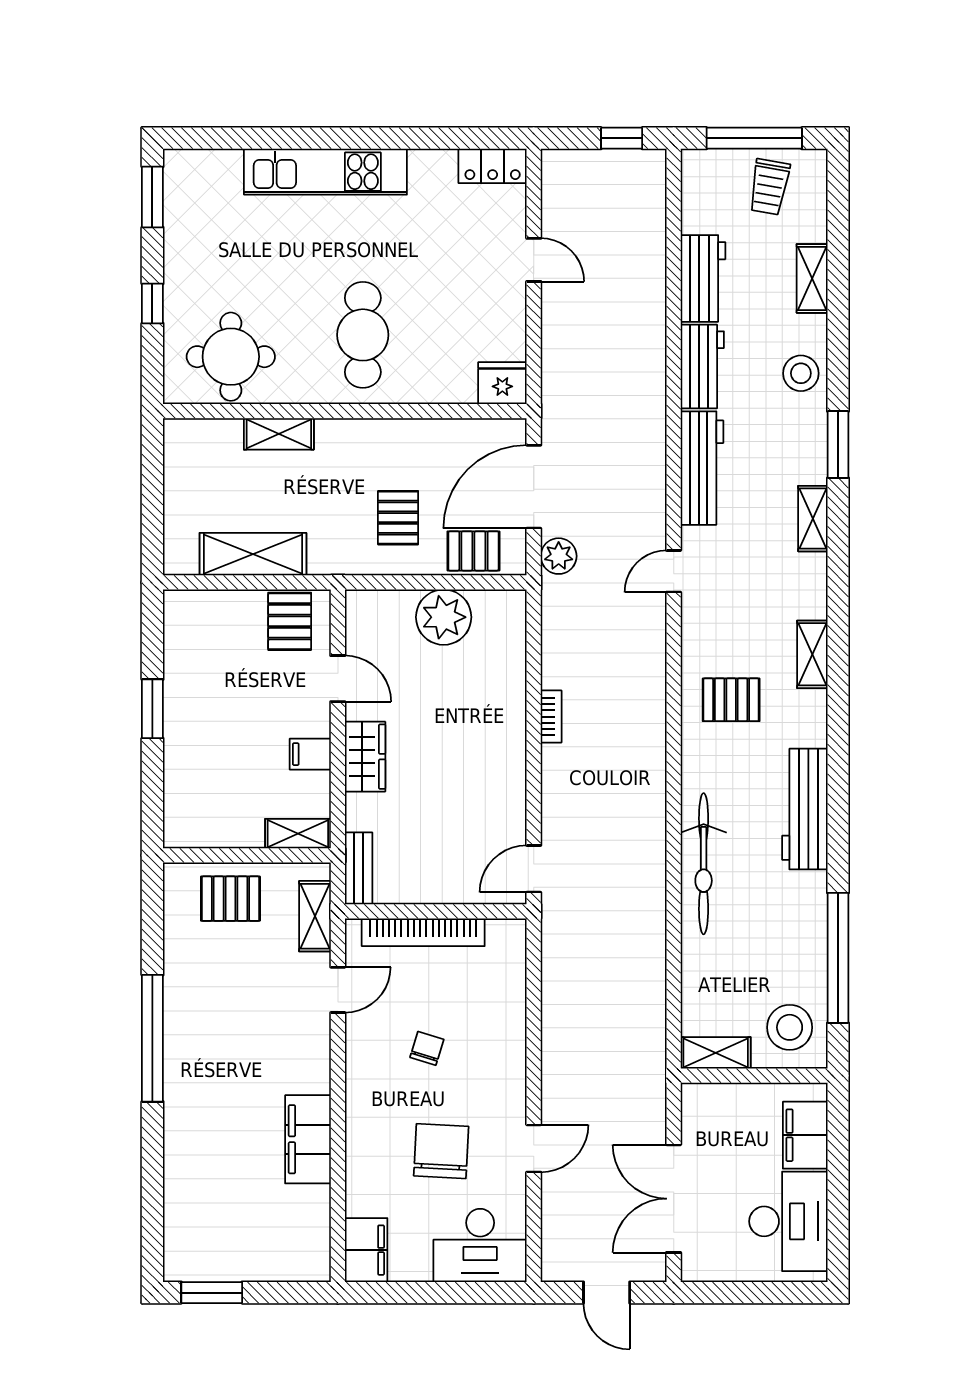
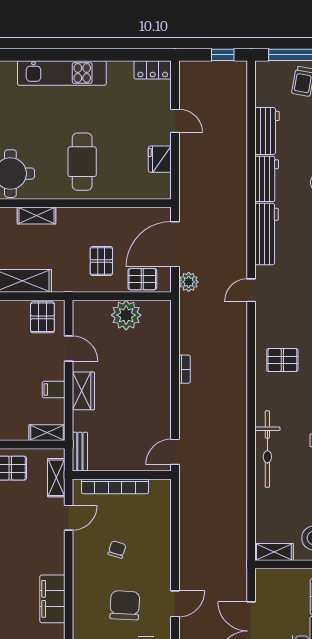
fridge: (502, 383) -> (160, 159), moved, turned -90

